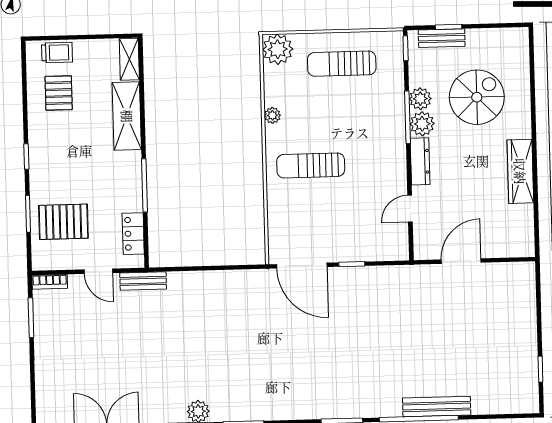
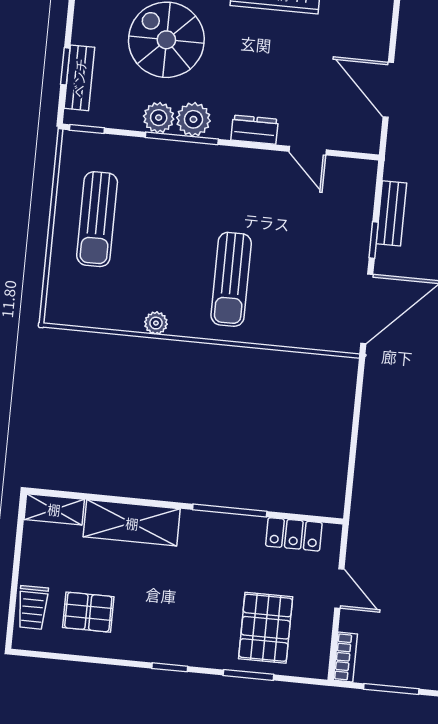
plant: (278, 49) -> (66, 304), removed
trolley: (57, 53) -> (33, 607), turned 180
dresser: (420, 161) -> (255, 130), width x0.70
door: (98, 271) -> (339, 589), hinge flipped
bench: (143, 281) -> (391, 213), moved

